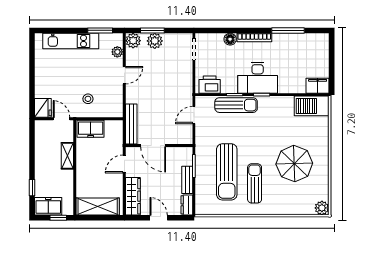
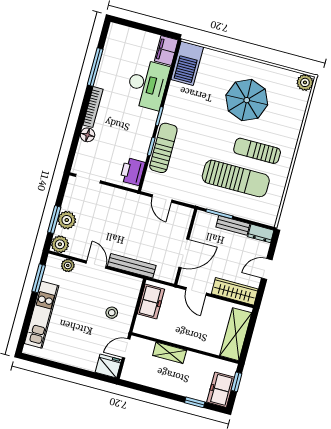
desk: (258, 78) -> (148, 84), moved
bench: (131, 124) -> (132, 266), moved
freezer: (91, 129) -> (151, 301), moved

